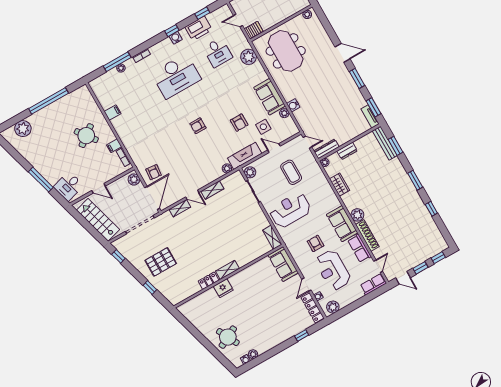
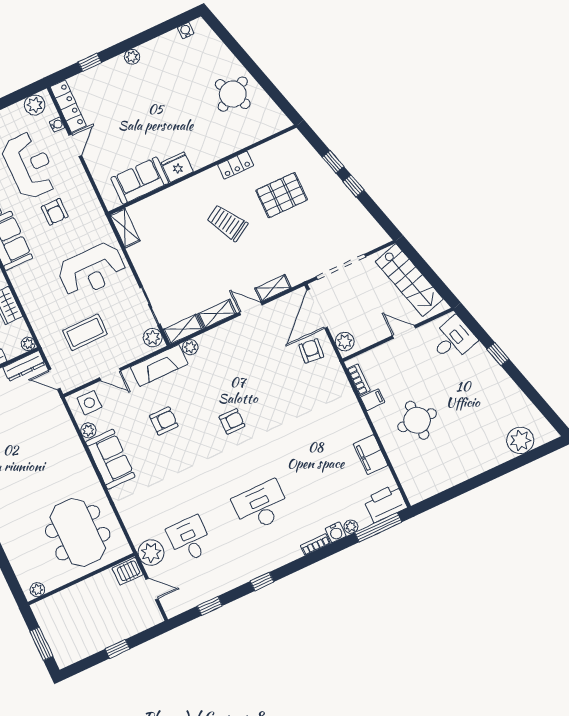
printer: (199, 28) -> (385, 503), moved
water cooler: (176, 38) -> (336, 532), moved
plant: (249, 57) -> (151, 553), moved
window: (117, 62) -> (378, 527), moved
desk: (176, 76) -> (261, 506), width x0.73, depth x0.77
window: (49, 101) -> (474, 482), removed
water cooler: (293, 105) -> (72, 442), removed
filing cabinet: (113, 113) -> (371, 455), width x2.00
armchair: (239, 123) -> (164, 421), turned 90
side table: (263, 127) -> (89, 403), moved
round table: (86, 136) -> (417, 420), turned 37
coffee table: (291, 172) -> (85, 332), turned 90
window: (41, 180) -> (498, 354), width x0.46
trolley: (211, 245) -> (227, 223), added
window: (118, 256) -> (354, 186), moved
pallet: (161, 262) -> (282, 195), moved
sofa: (283, 264) -> (140, 181), moved, turned -90
shelving: (227, 270) -> (183, 329), moved
fridge: (223, 288) -> (177, 167), moved
round table: (228, 337) -> (233, 94), moved
plant: (253, 354) -> (132, 57), moved

